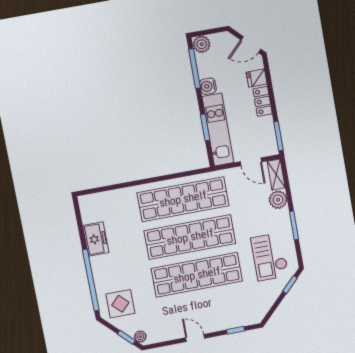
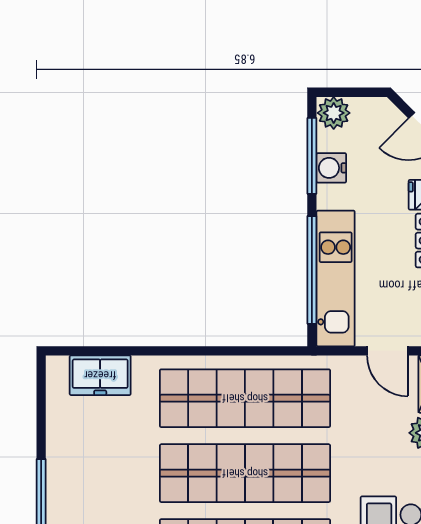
water cooler: (208, 86) -> (331, 168), moved
window: (205, 127) -> (312, 270), width x2.11
freezer: (96, 239) -> (100, 375), moved, turned 90

